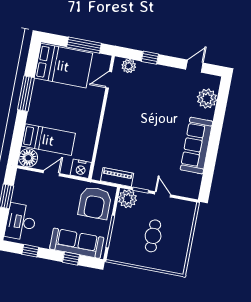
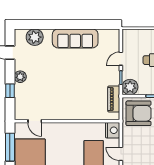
plant: (129, 66) -> (20, 77), moved

